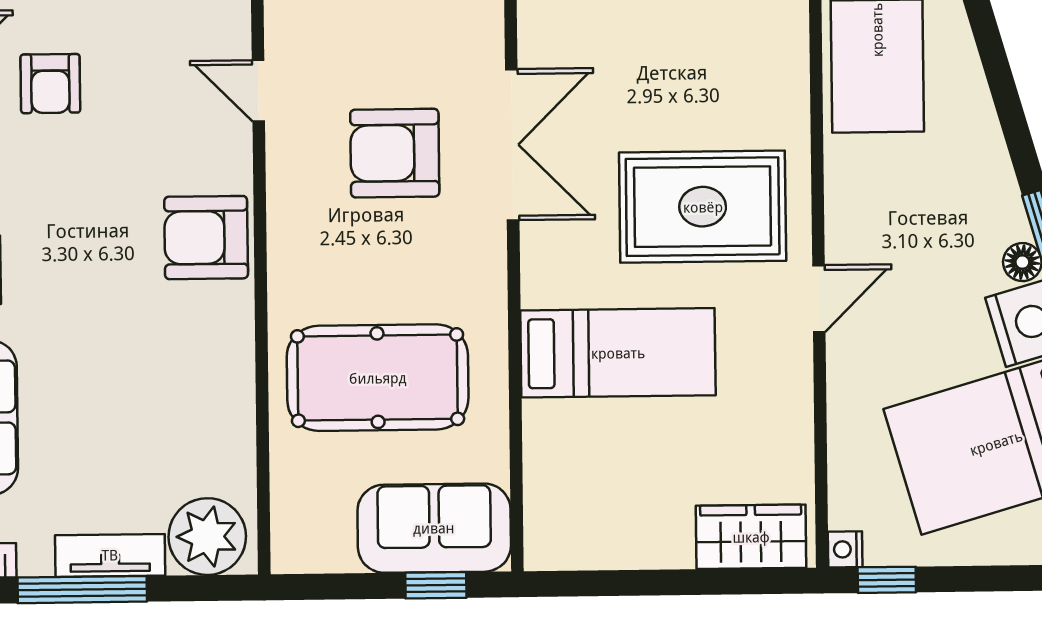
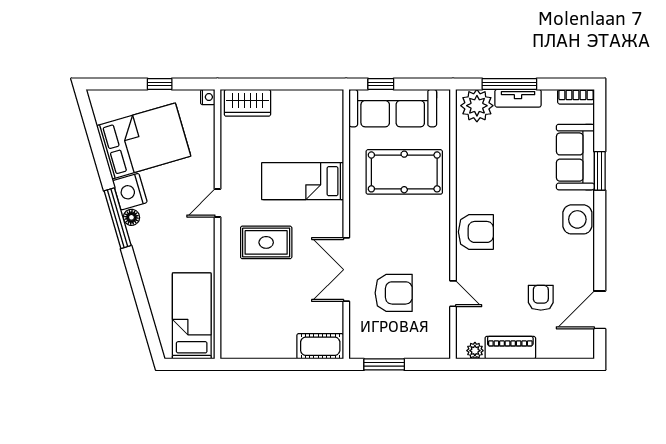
armchair: (395, 153) -> (394, 293), moved
rug: (703, 207) -> (266, 242), width x0.73, depth x0.70
sofa: (434, 528) -> (393, 108), width x1.36
window: (887, 580) -> (160, 84), moved
window: (82, 590) -> (509, 84), moved

